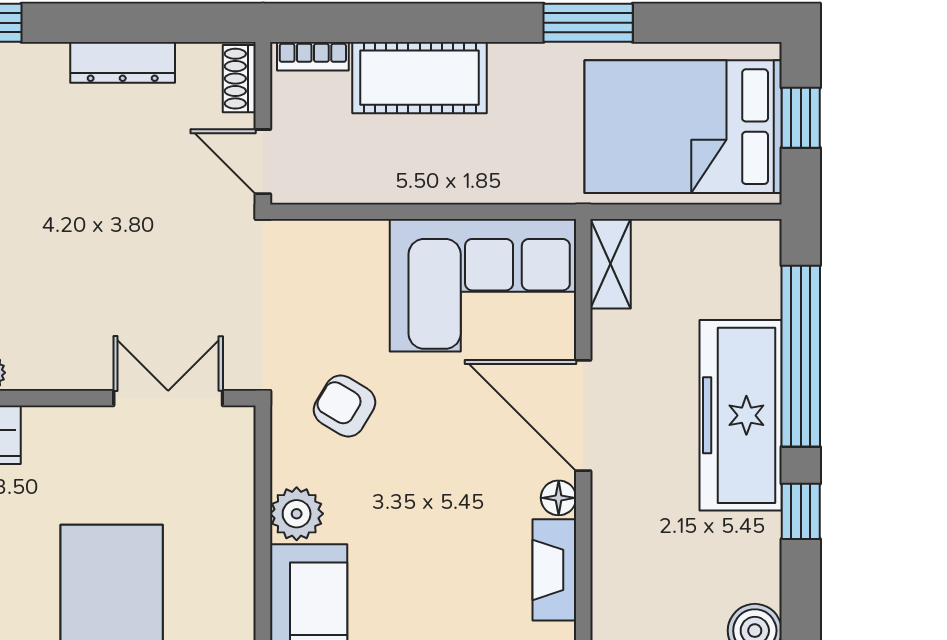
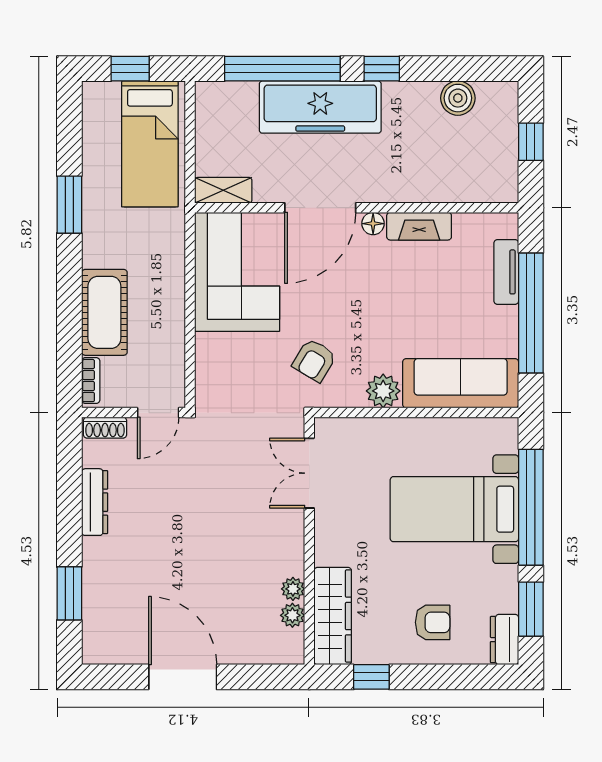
bed: (683, 127) -> (150, 144), width x0.67

